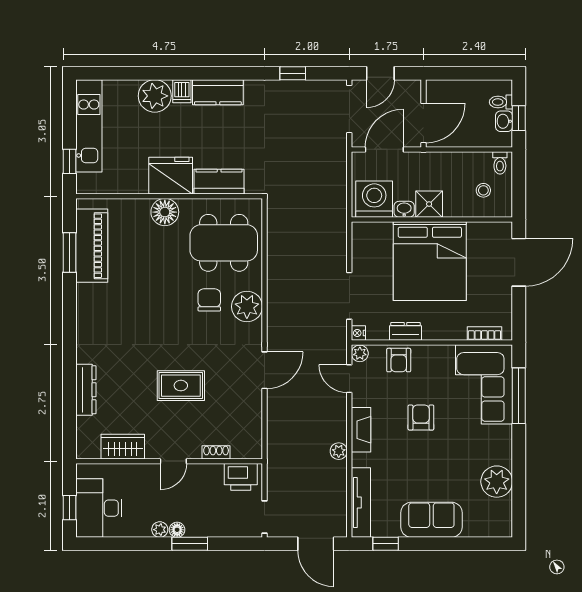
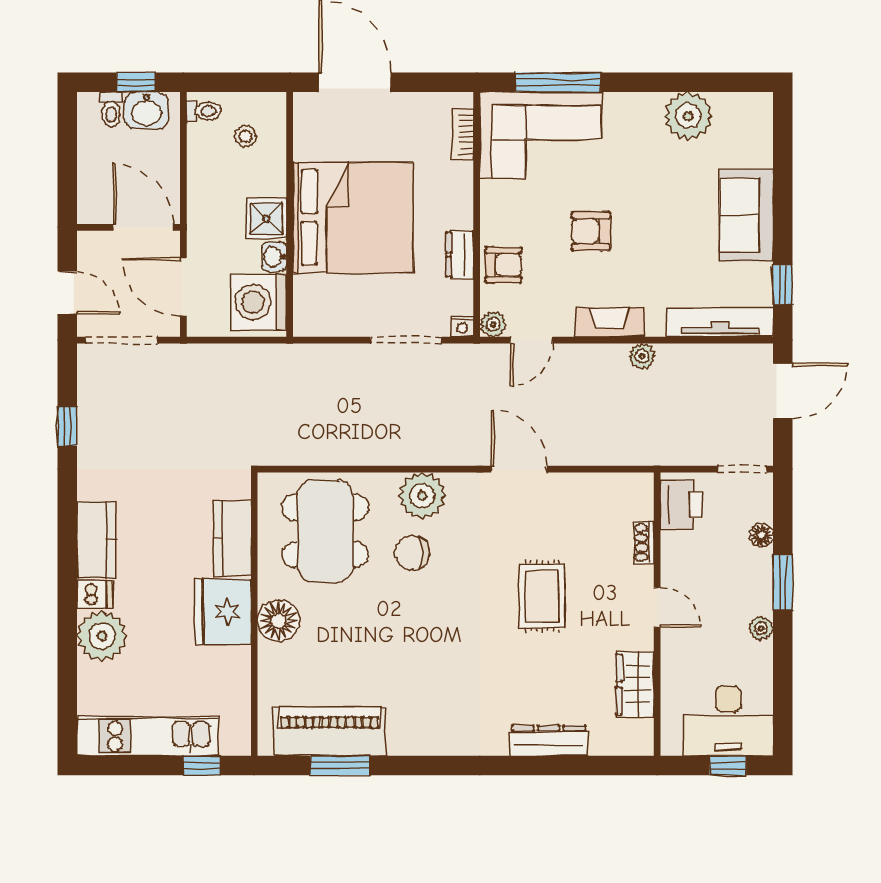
washbasin: (504, 121) -> (146, 111), width x1.38, depth x1.45
floor lamp: (177, 530) -> (761, 535), moved

